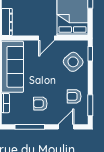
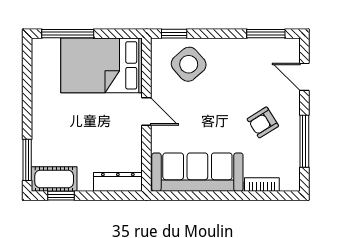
armchair: (74, 96) -> (250, 63), removed
armchair: (40, 104) -> (263, 122), turned 59

